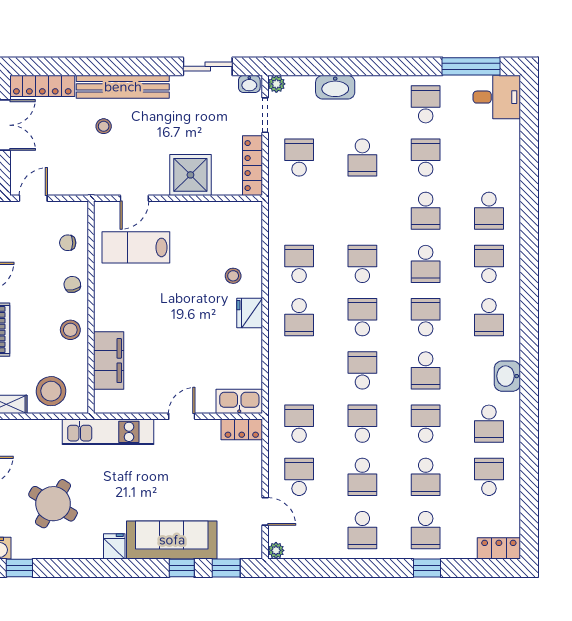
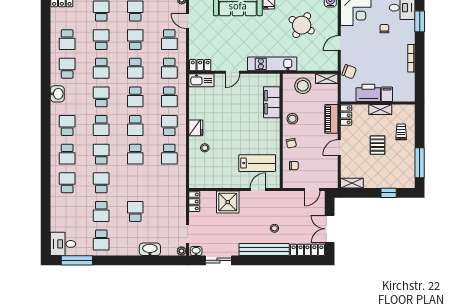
school desk: (299, 158) -> (169, 97), moved
locker: (253, 166) -> (194, 202), width x0.66

